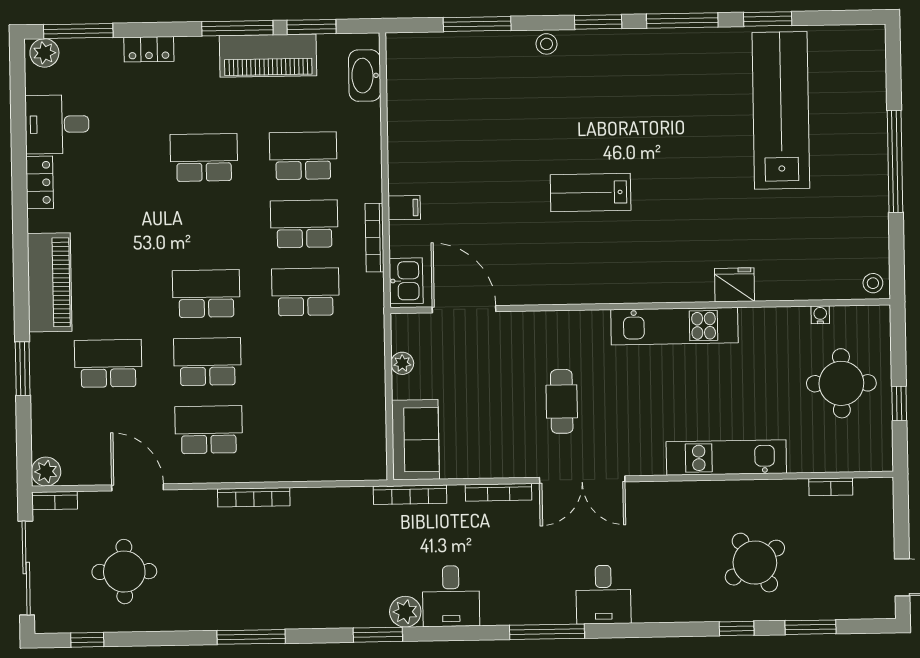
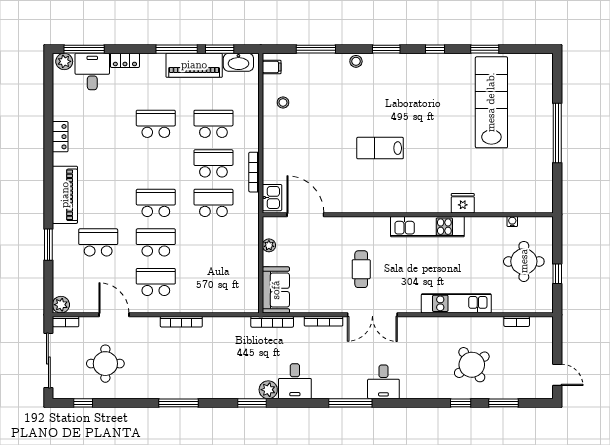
window: (682, 20) -> (435, 49), width x0.46
washbasin: (365, 76) -> (238, 62), moved, turned -90
desk: (57, 124) -> (92, 71), moved, turned 90
filing cabinet: (404, 208) -> (272, 67), moved
stool: (873, 283) -> (283, 102), moved

